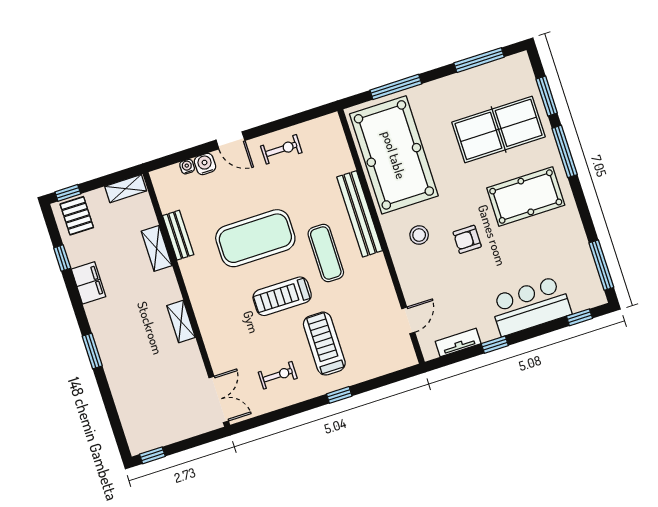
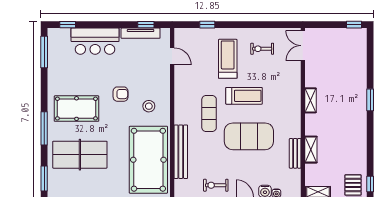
window: (547, 96) -> (44, 178), moved
bench: (360, 214) -> (181, 152), moved
window: (62, 258) -> (370, 184), moved
filing cabinet: (88, 283) -> (359, 142), removed
door: (408, 320) -> (172, 56), swing flipped
tv unit: (458, 343) -> (141, 33), width x1.41
treadmill: (324, 344) -> (228, 59), turned 180
window: (495, 345) -> (146, 25), moved
window: (339, 395) -> (207, 25), moved

